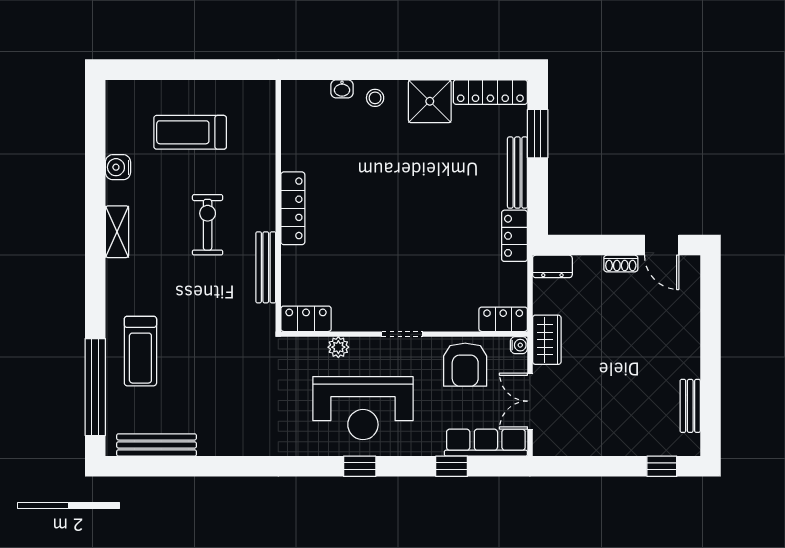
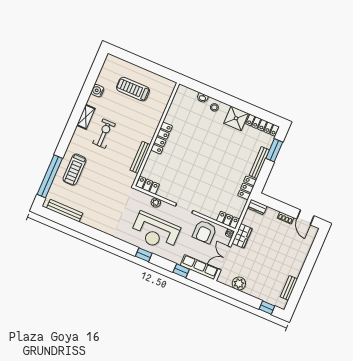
exercise bike: (208, 225) -> (104, 134), moved
plant: (582, 441) -> (239, 283), added

